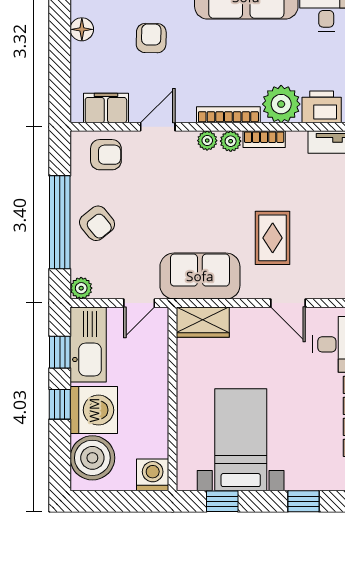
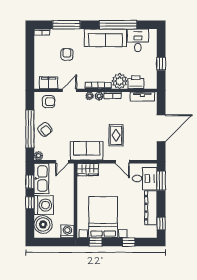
floor lamp: (82, 29) -> (39, 51), removed
bed with nightstands: (241, 440) -> (103, 217), width x1.36

